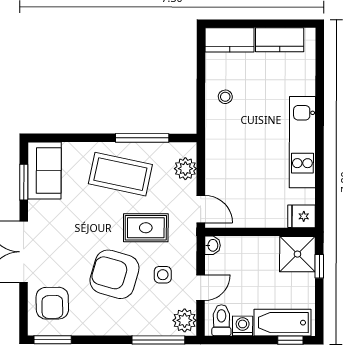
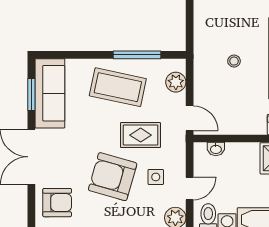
stool: (225, 97) -> (234, 61), moved
sofa: (44, 170) -> (50, 93), width x1.36
washbasin: (212, 245) -> (216, 149), moved, turned 90
armchair: (52, 303) -> (57, 203), turned -89

